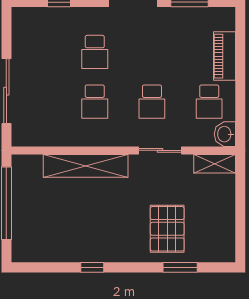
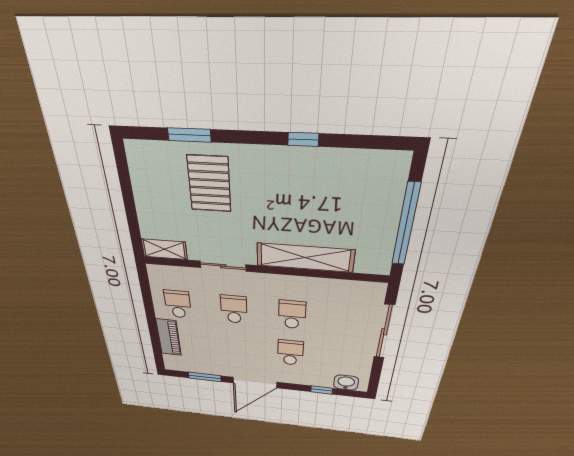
washbasin: (225, 134) -> (346, 383), moved, turned -90

